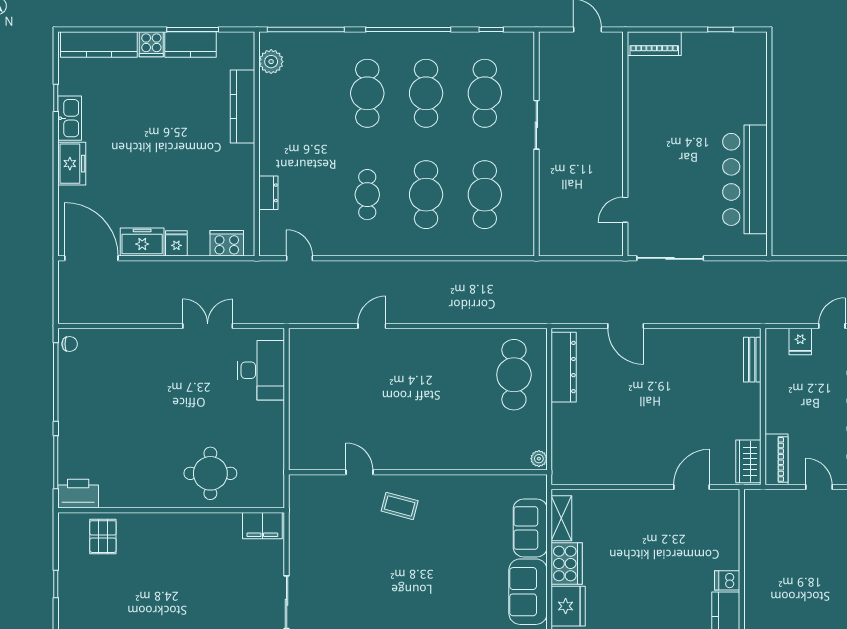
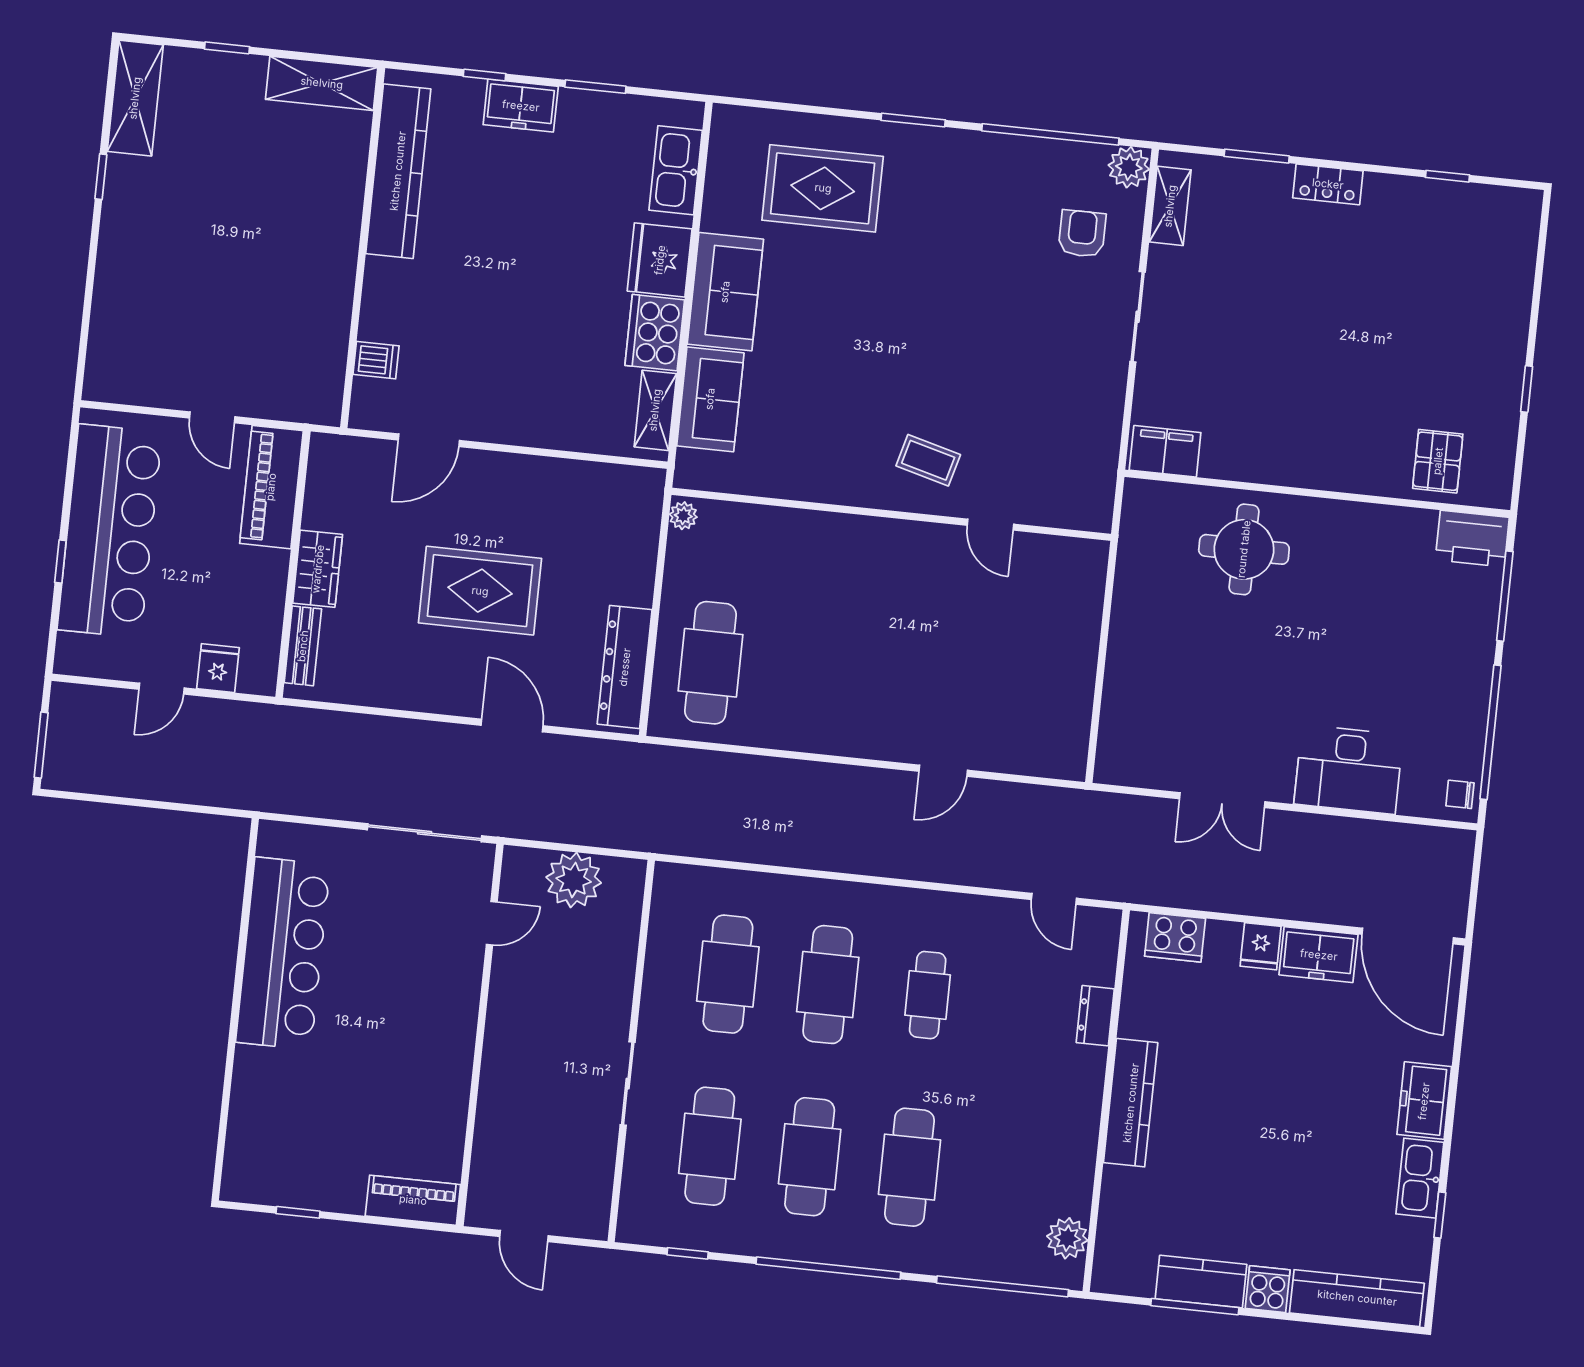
kitchen counter: (243, 106) -> (1131, 1103), moved
plant: (580, 240) -> (574, 880), added
desk: (261, 370) -> (1349, 769), moved, turned -90
rug: (653, 403) -> (480, 591), added
piano: (777, 459) -> (271, 487), width x1.37, depth x1.33
wardrobe: (748, 461) -> (318, 569), moved
dishwasher: (727, 580) -> (376, 360), moved

